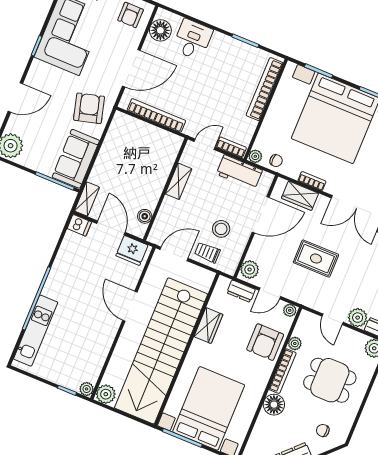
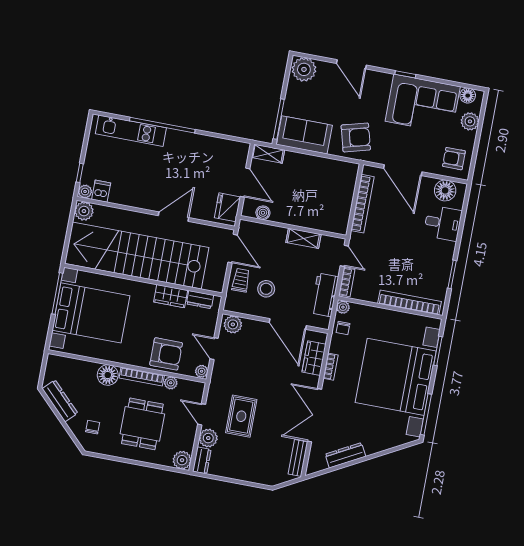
dishwasher: (79, 225) -> (101, 191), moved, turned 180
door: (111, 228) -> (245, 183), hinge flipped
rug: (316, 259) -> (241, 416), moved
dresser: (241, 291) -> (200, 300), moved, turned -90
door: (333, 319) -> (202, 414), hinge flipped
armchair: (265, 342) -> (166, 354), turned 180

